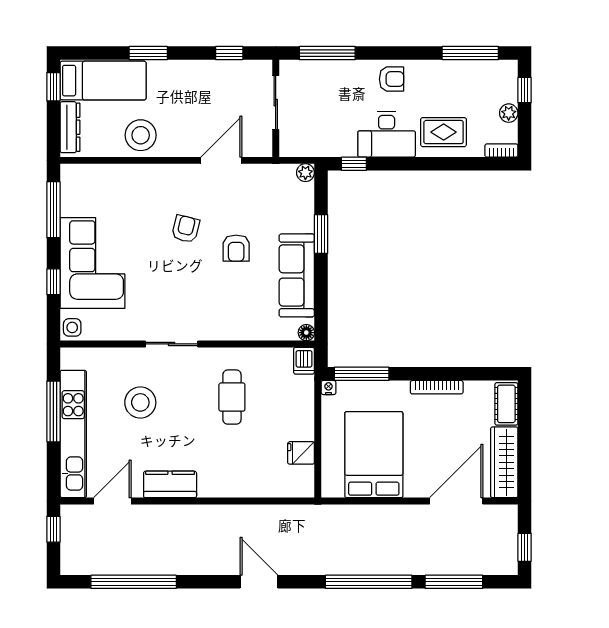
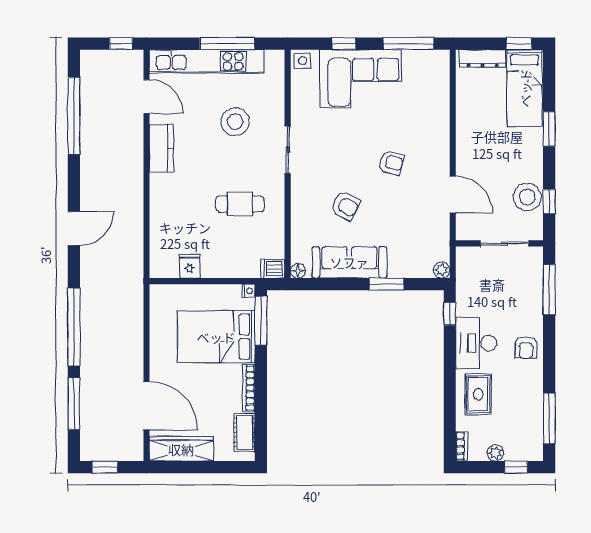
stool: (141, 135) -> (527, 197), moved
armchair: (236, 248) -> (345, 206), moved, turned -152
cot: (506, 404) -> (245, 433), moved, turned 90
bed: (374, 455) -> (216, 337), moved, turned 180

